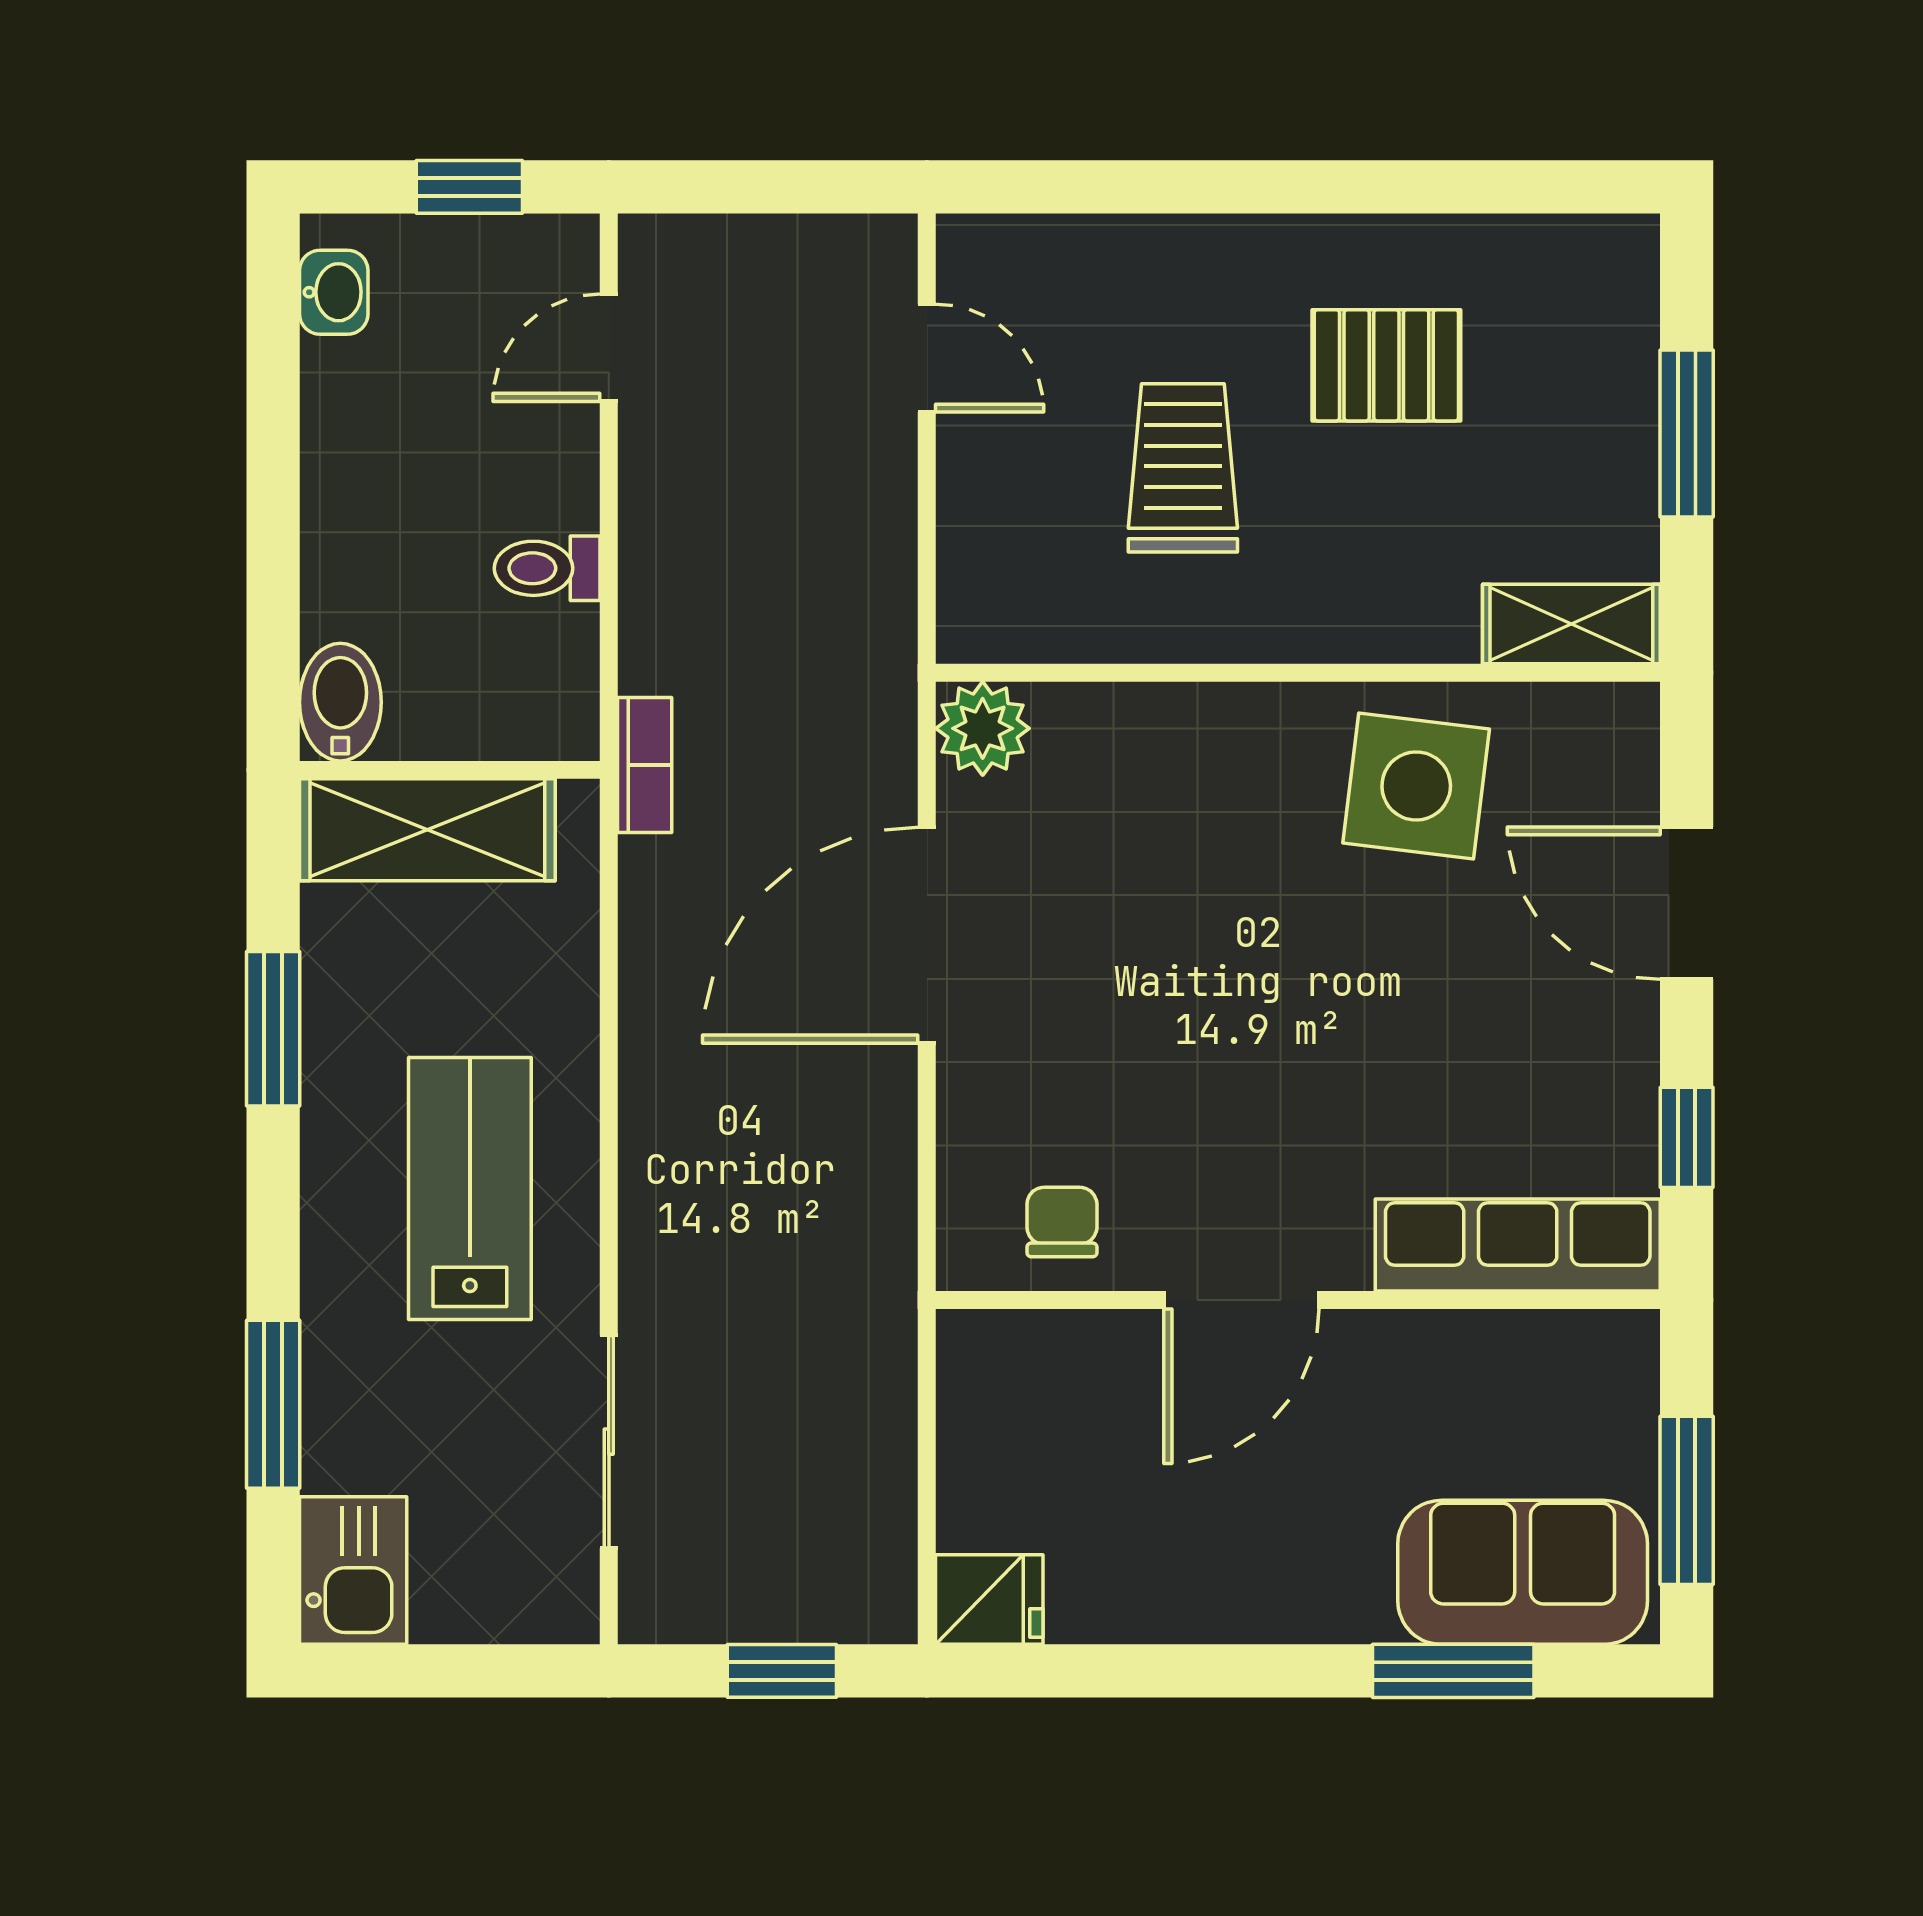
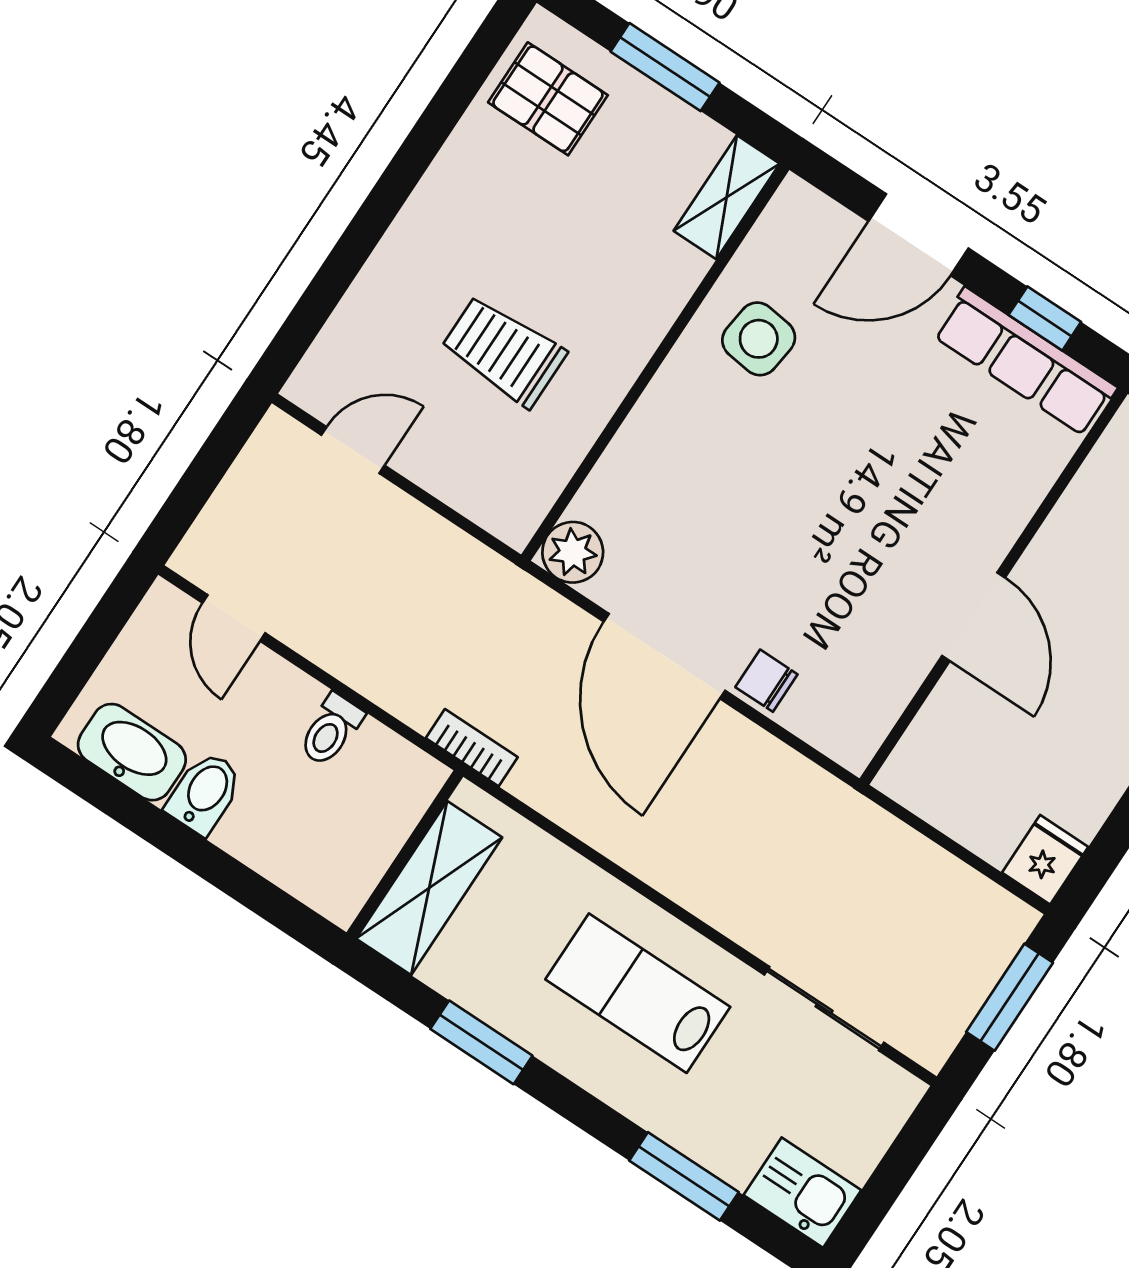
window: (469, 187) -> (97, 636), removed
washbasin: (334, 292) -> (132, 752), width x1.91, depth x1.45
pallet: (1386, 365) -> (548, 99), moved, turned 90
bidet: (340, 702) -> (205, 793), moved, turned 90
side table: (1416, 786) -> (759, 339), width x0.73, depth x0.73
chair: (1062, 1222) -> (766, 681), moved
row of seats: (1518, 1245) -> (1025, 362), moved, turned -90
window: (782, 1671) -> (1010, 997), width x1.50

